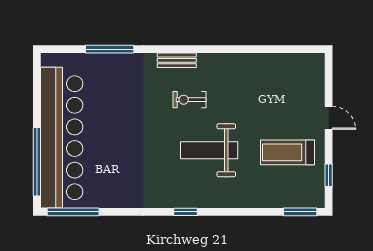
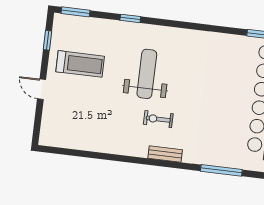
exercise bike: (190, 100) -> (158, 119), turned 180
weight bench: (209, 150) -> (147, 74), turned -90
window: (186, 212) -> (130, 18), moved

